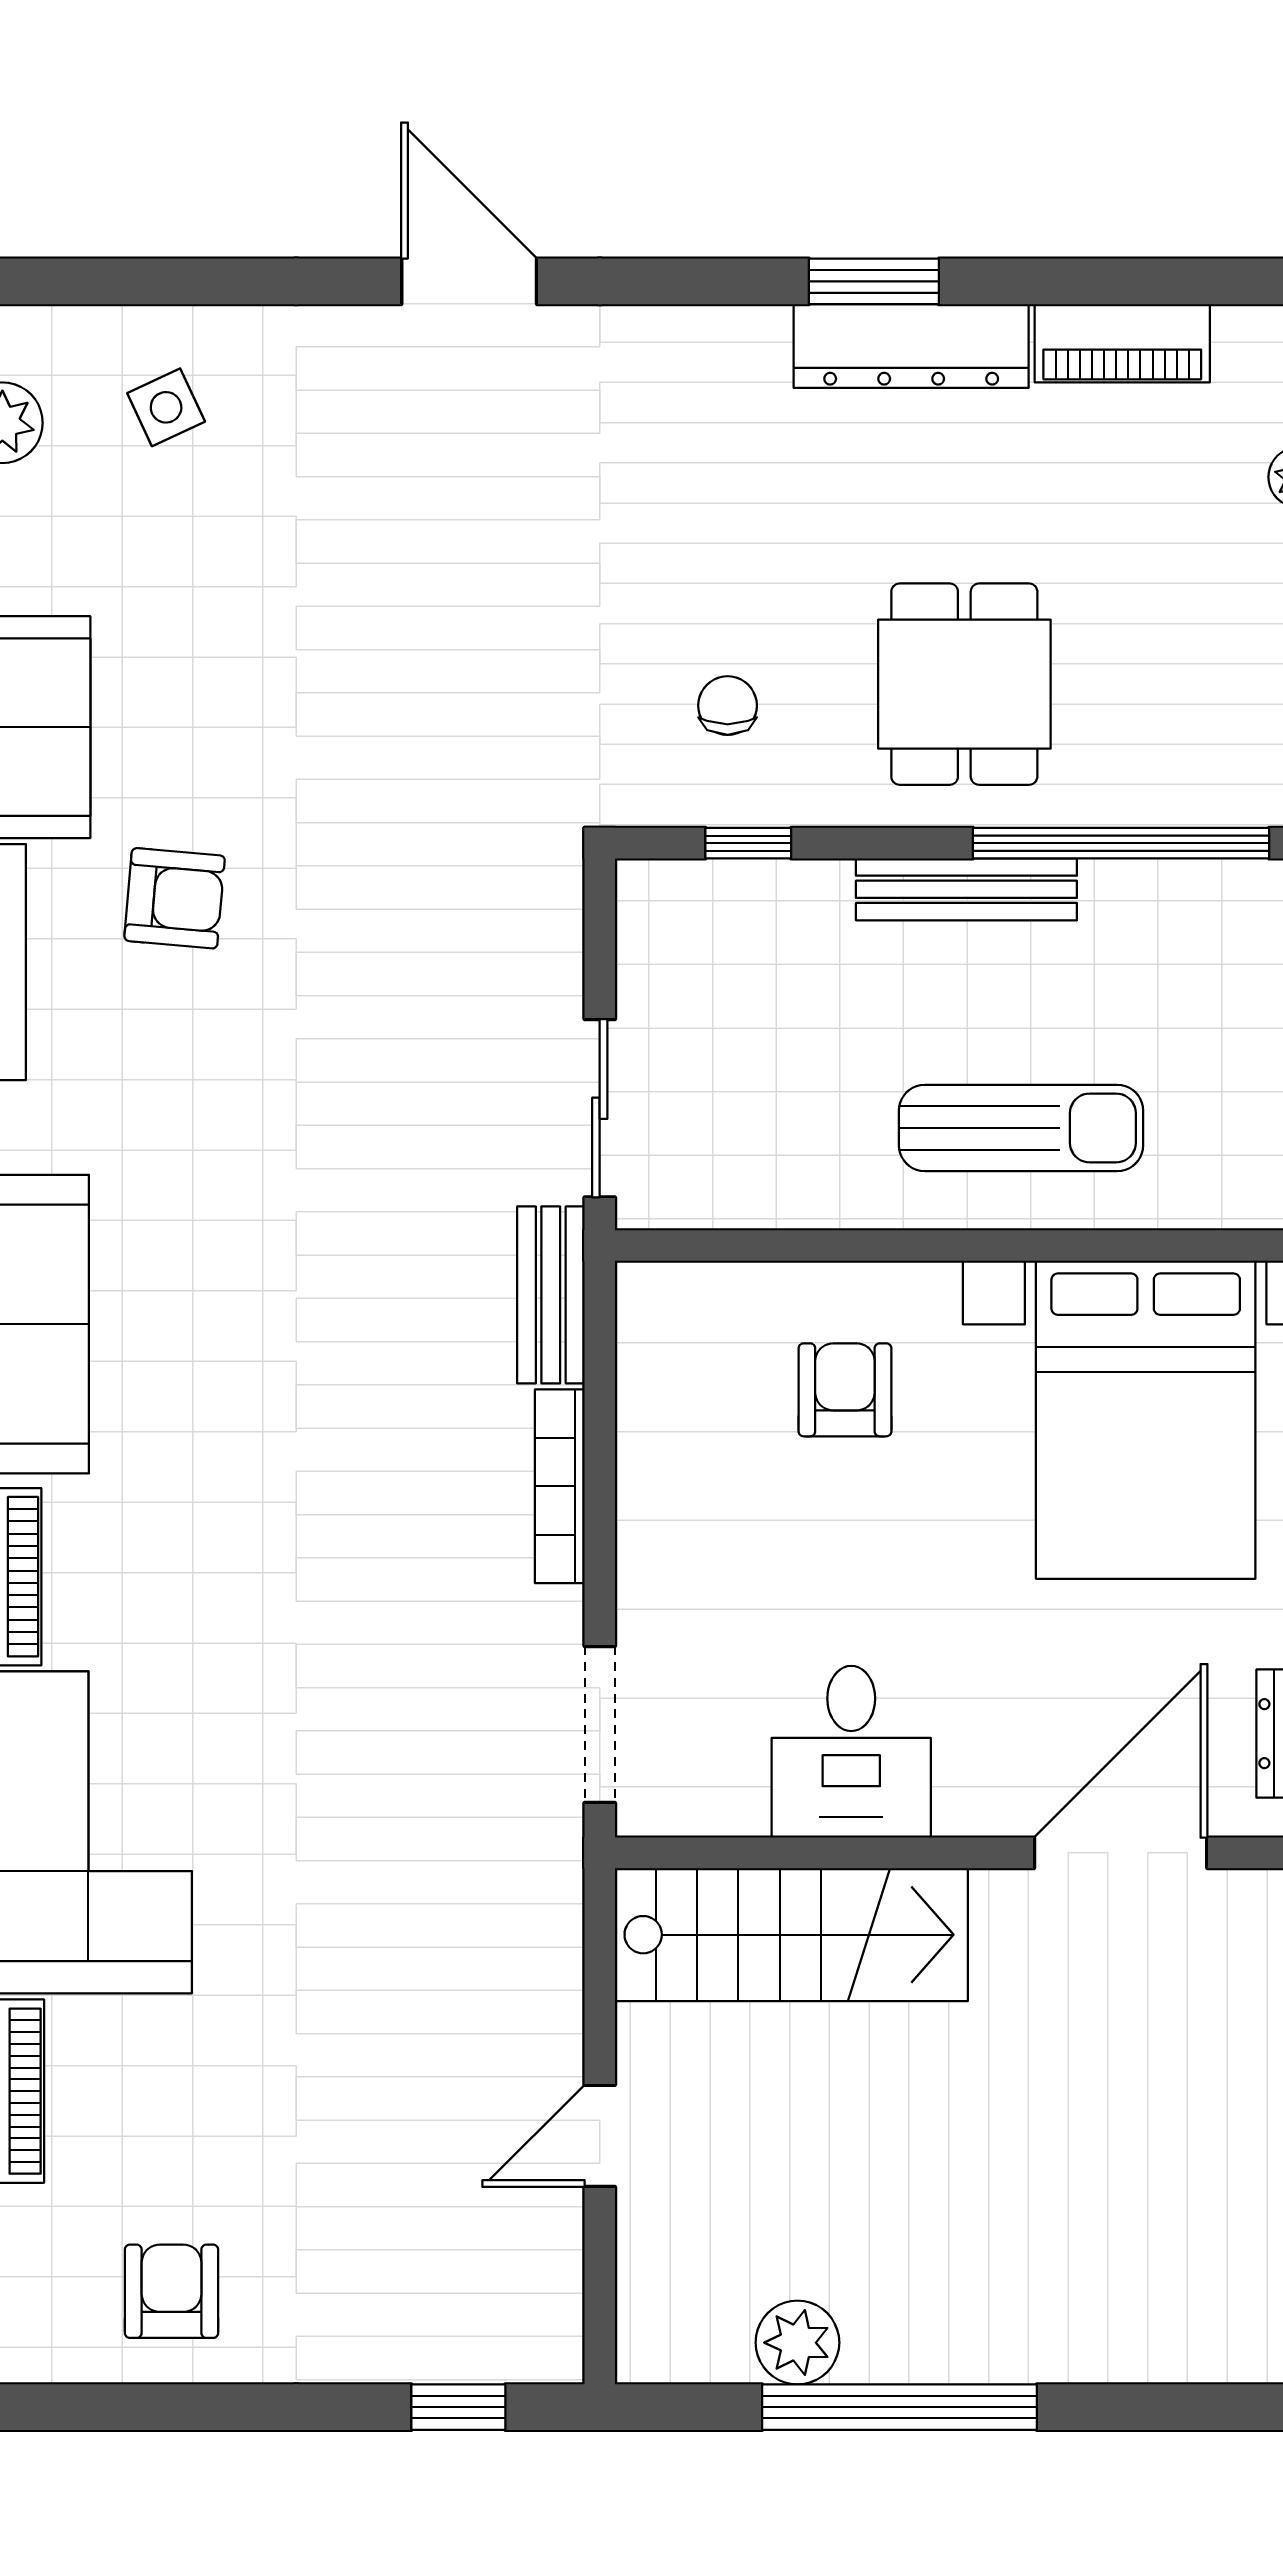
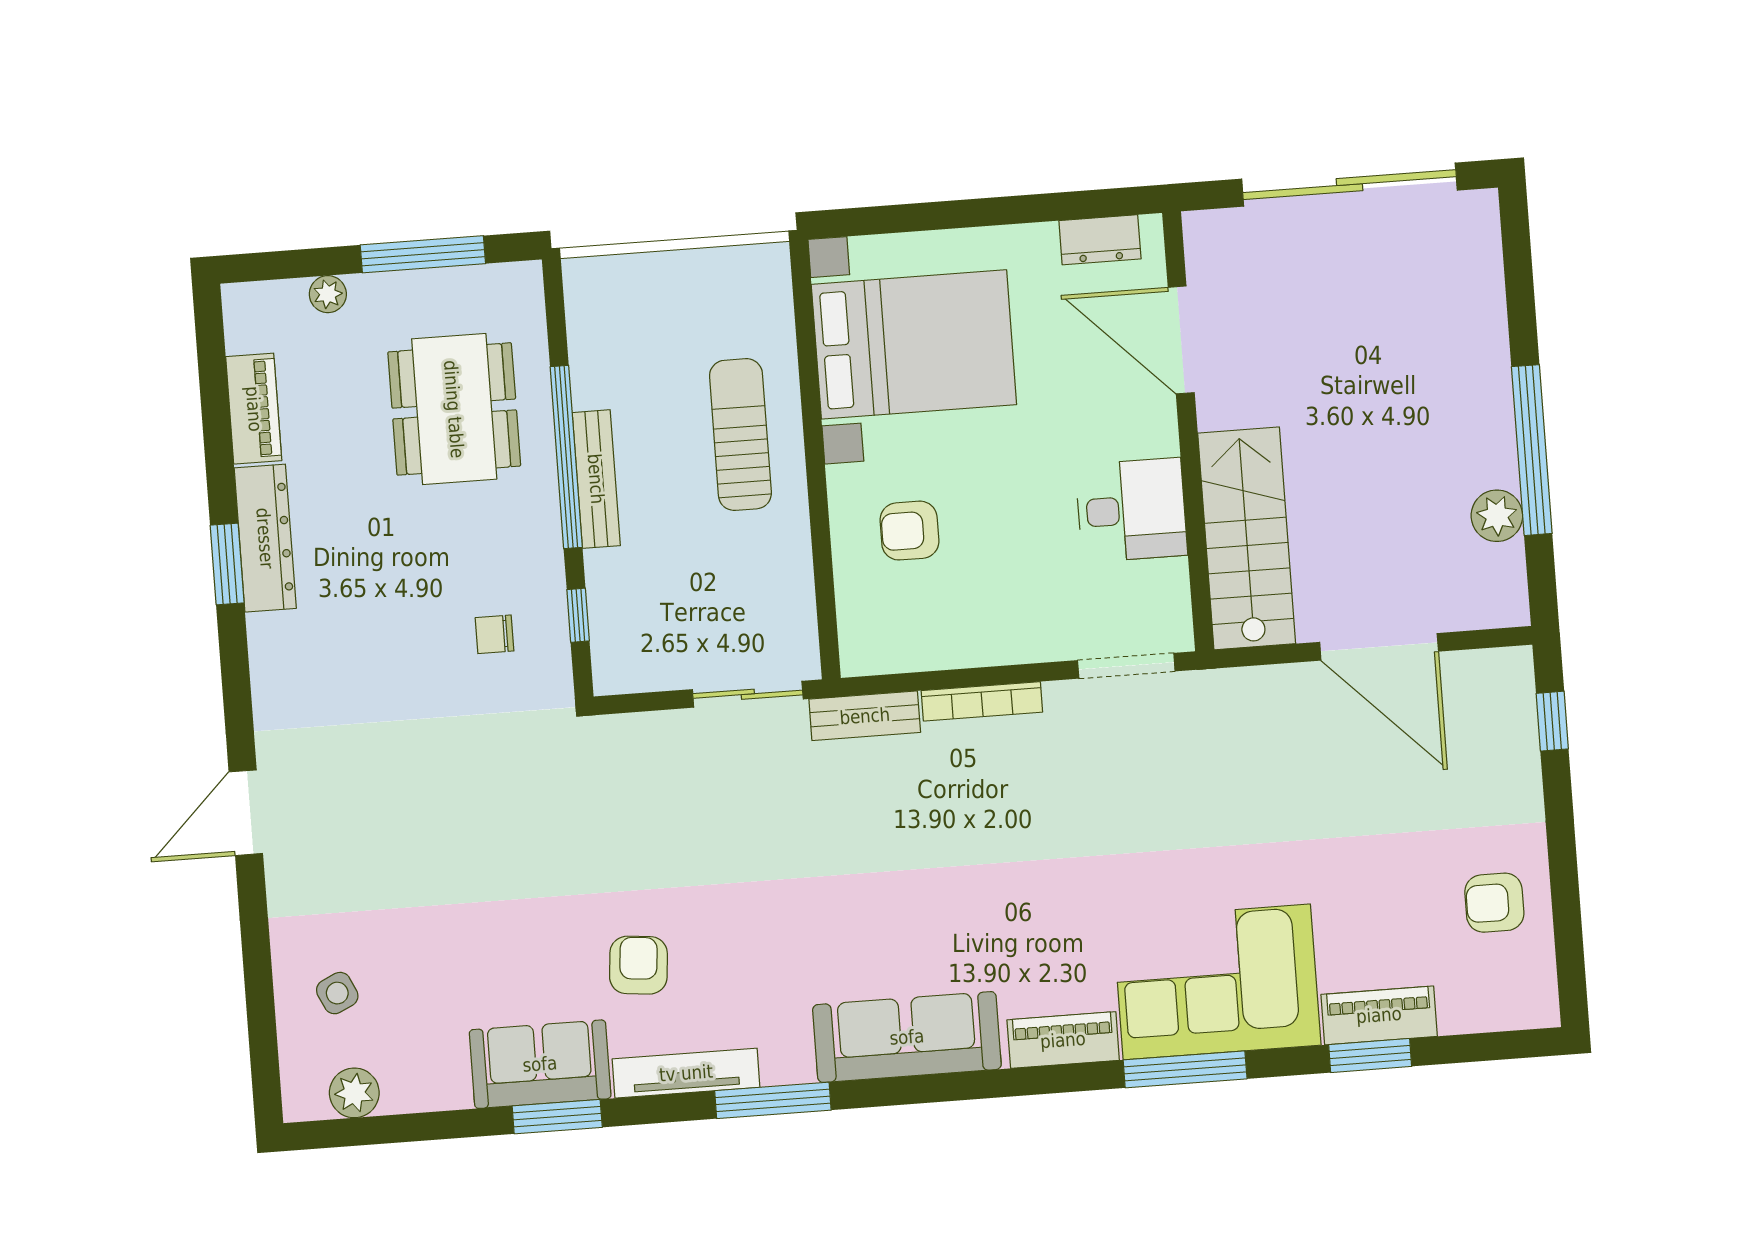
dining table: (964, 684) -> (454, 409), moved, width x1.38
window: (1121, 843) -> (566, 457), moved
door: (600, 2136) -> (1379, 647), width x1.87

